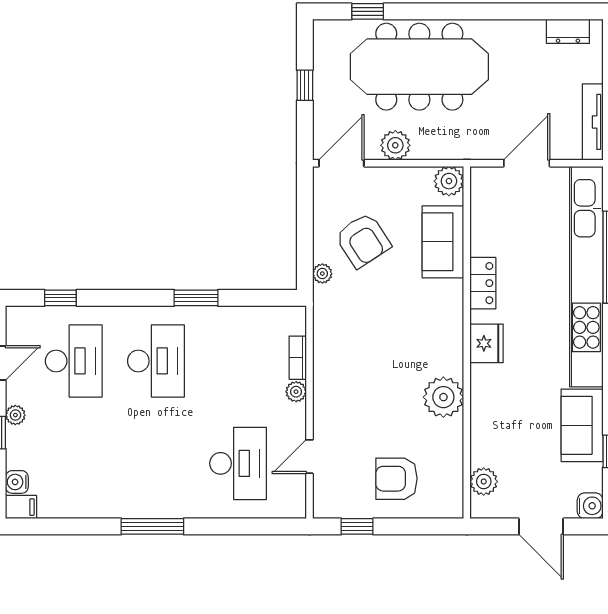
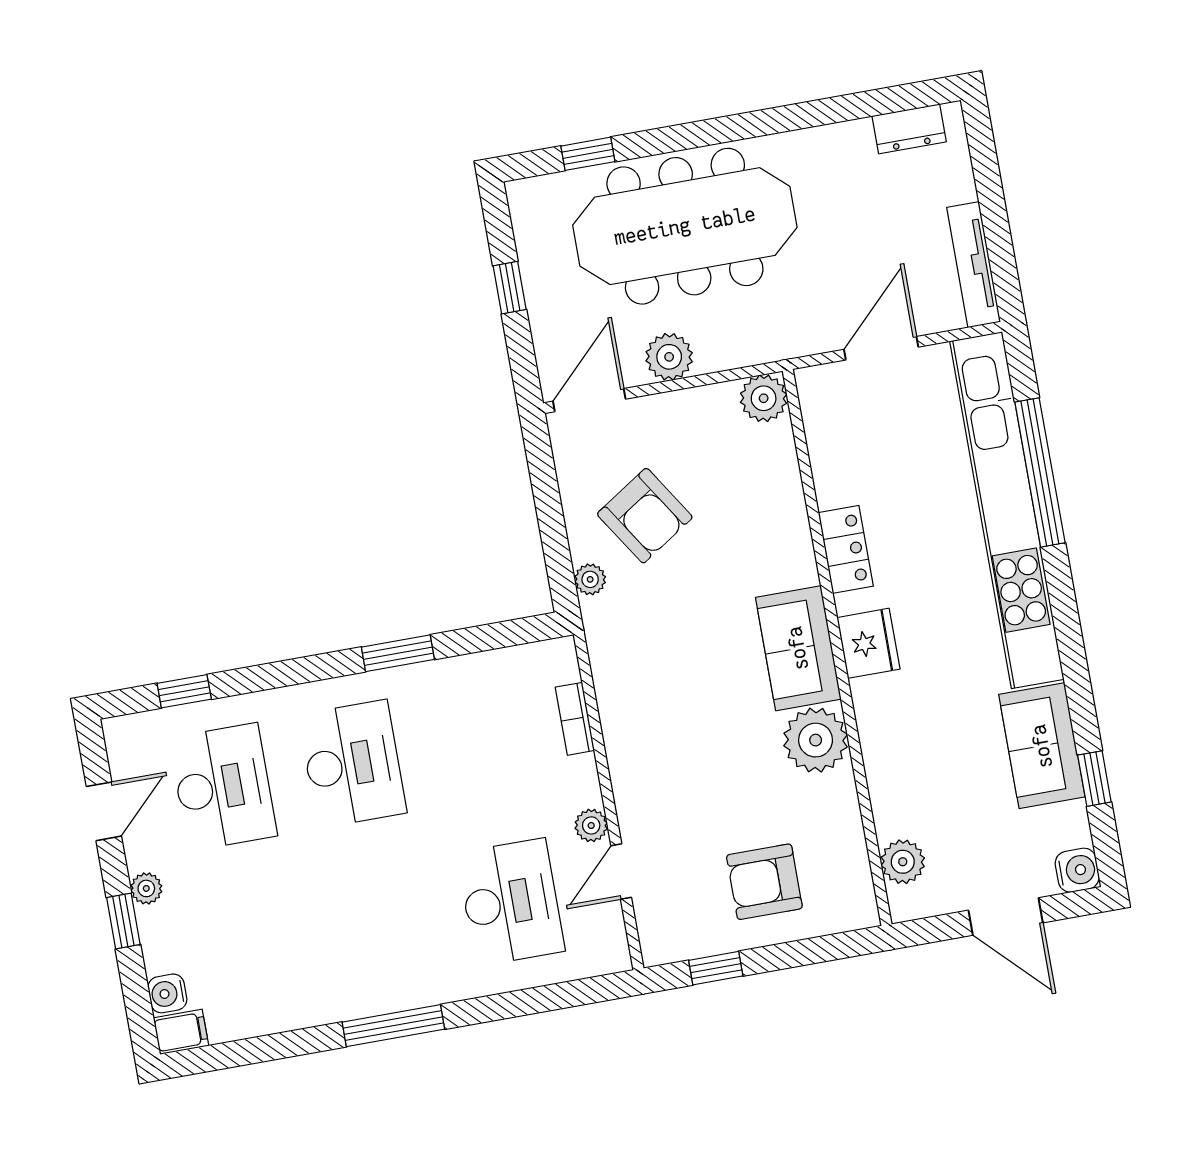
sofa: (443, 242) -> (798, 648), moved
plant: (296, 392) -> (591, 825), moved

